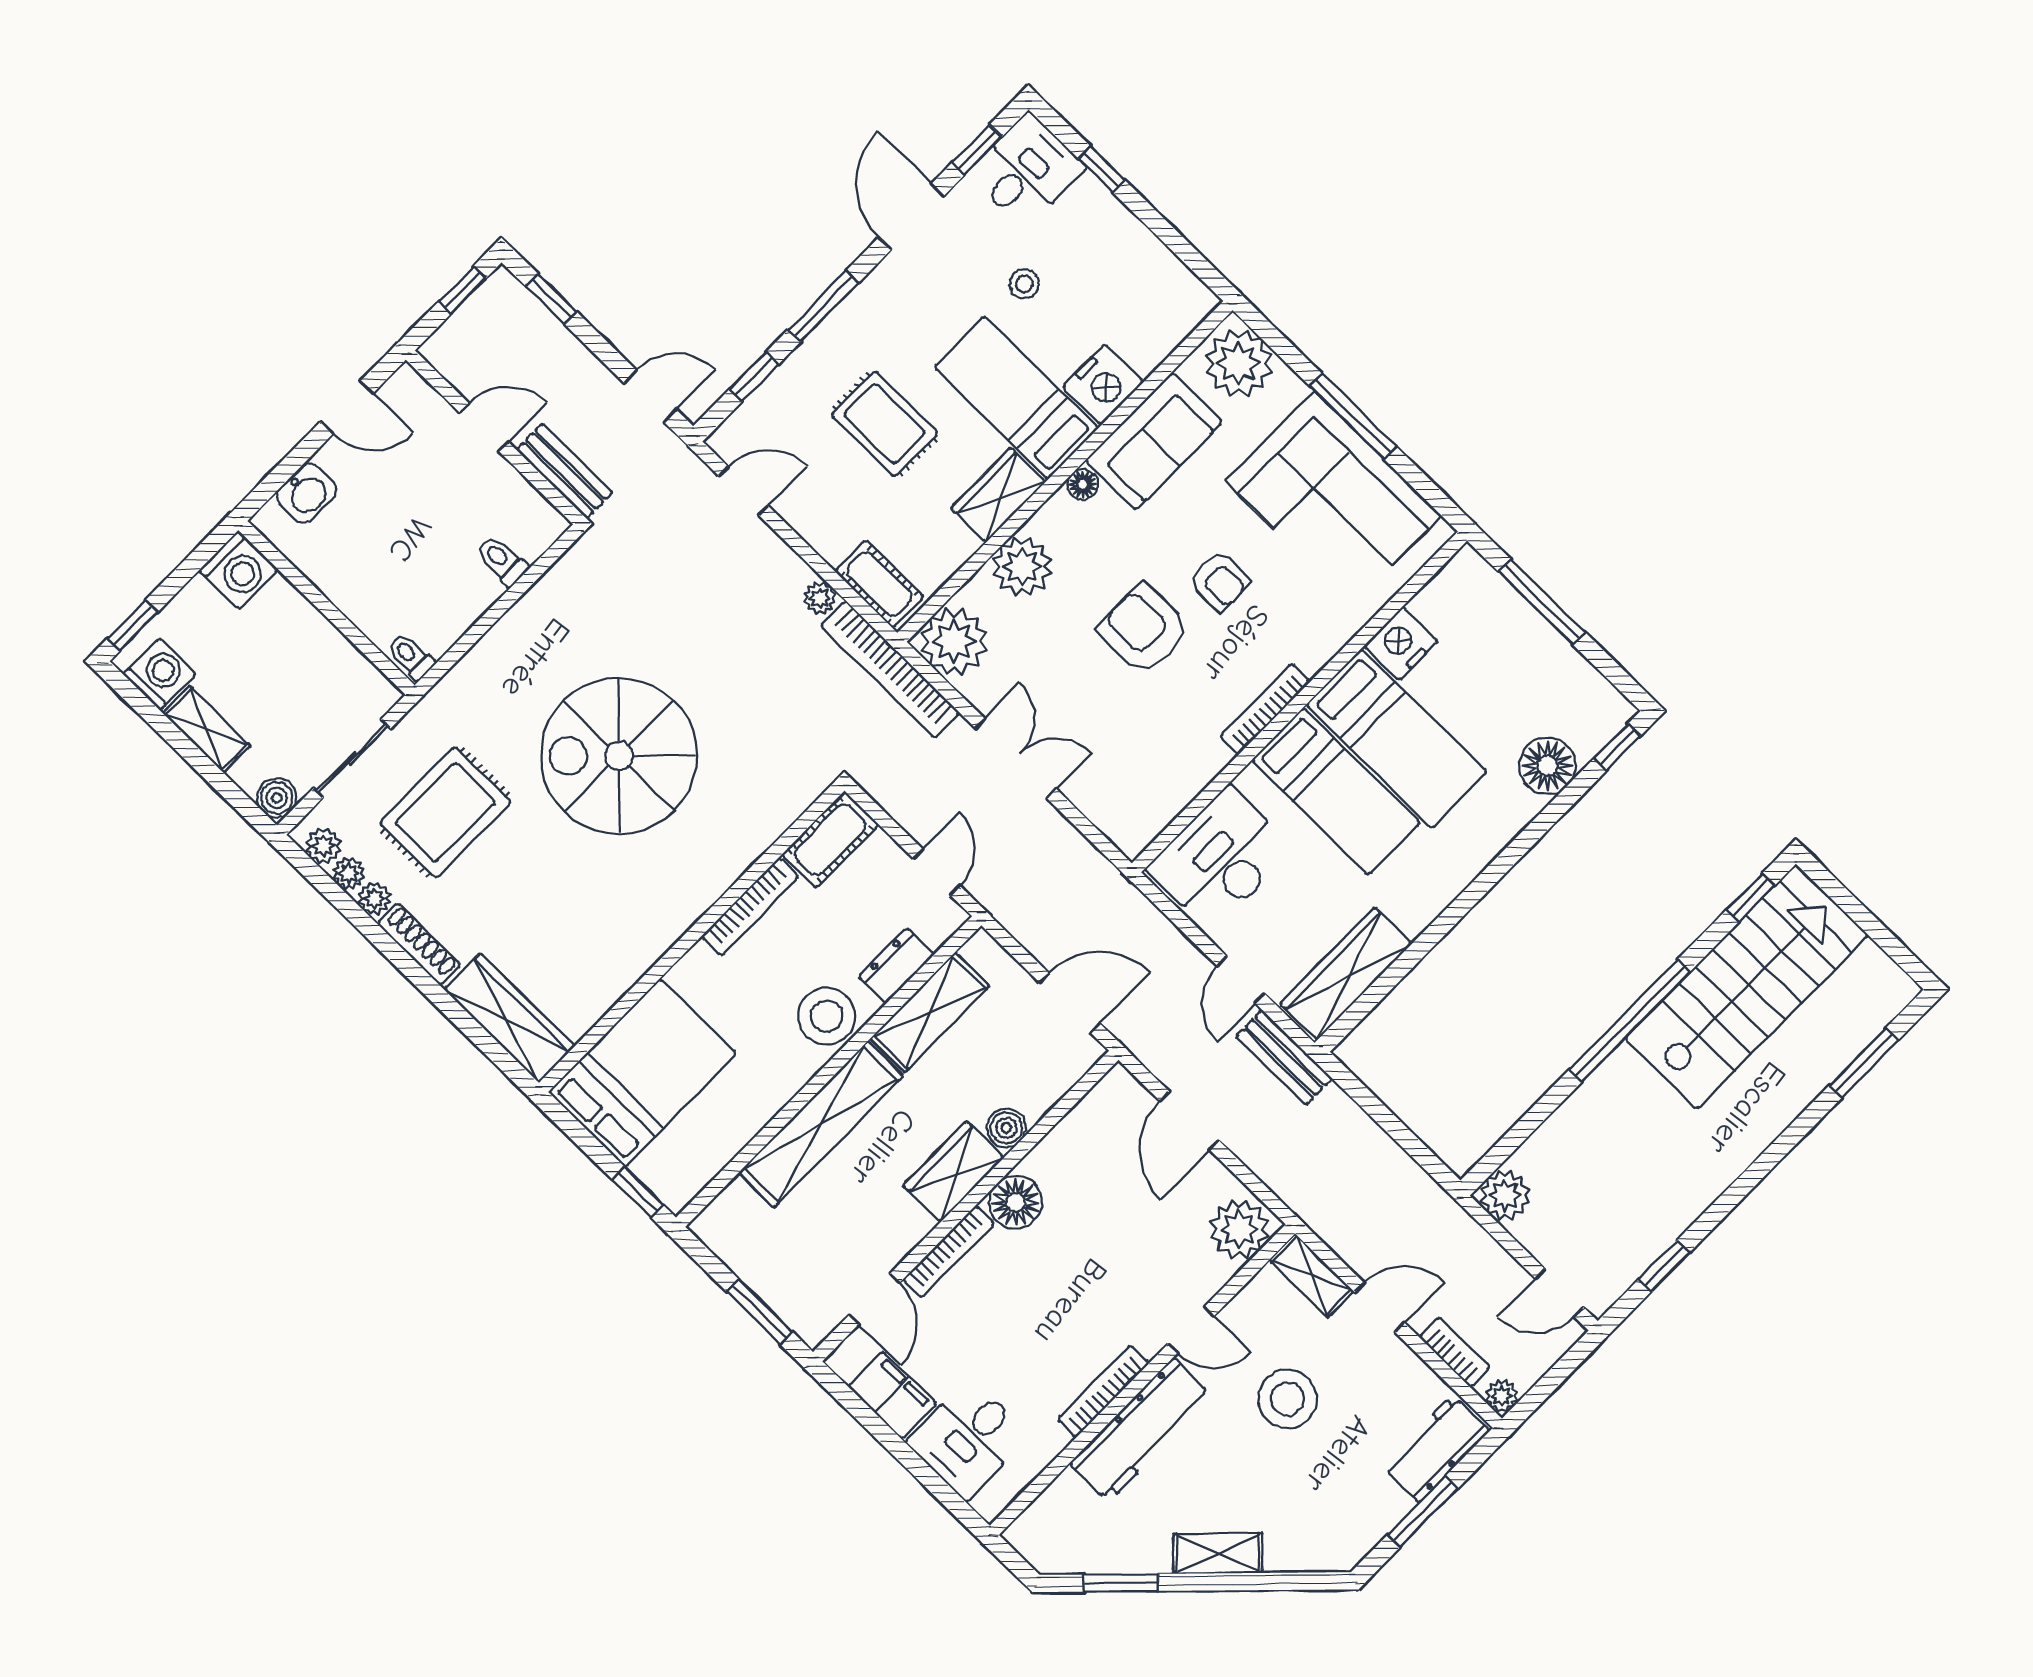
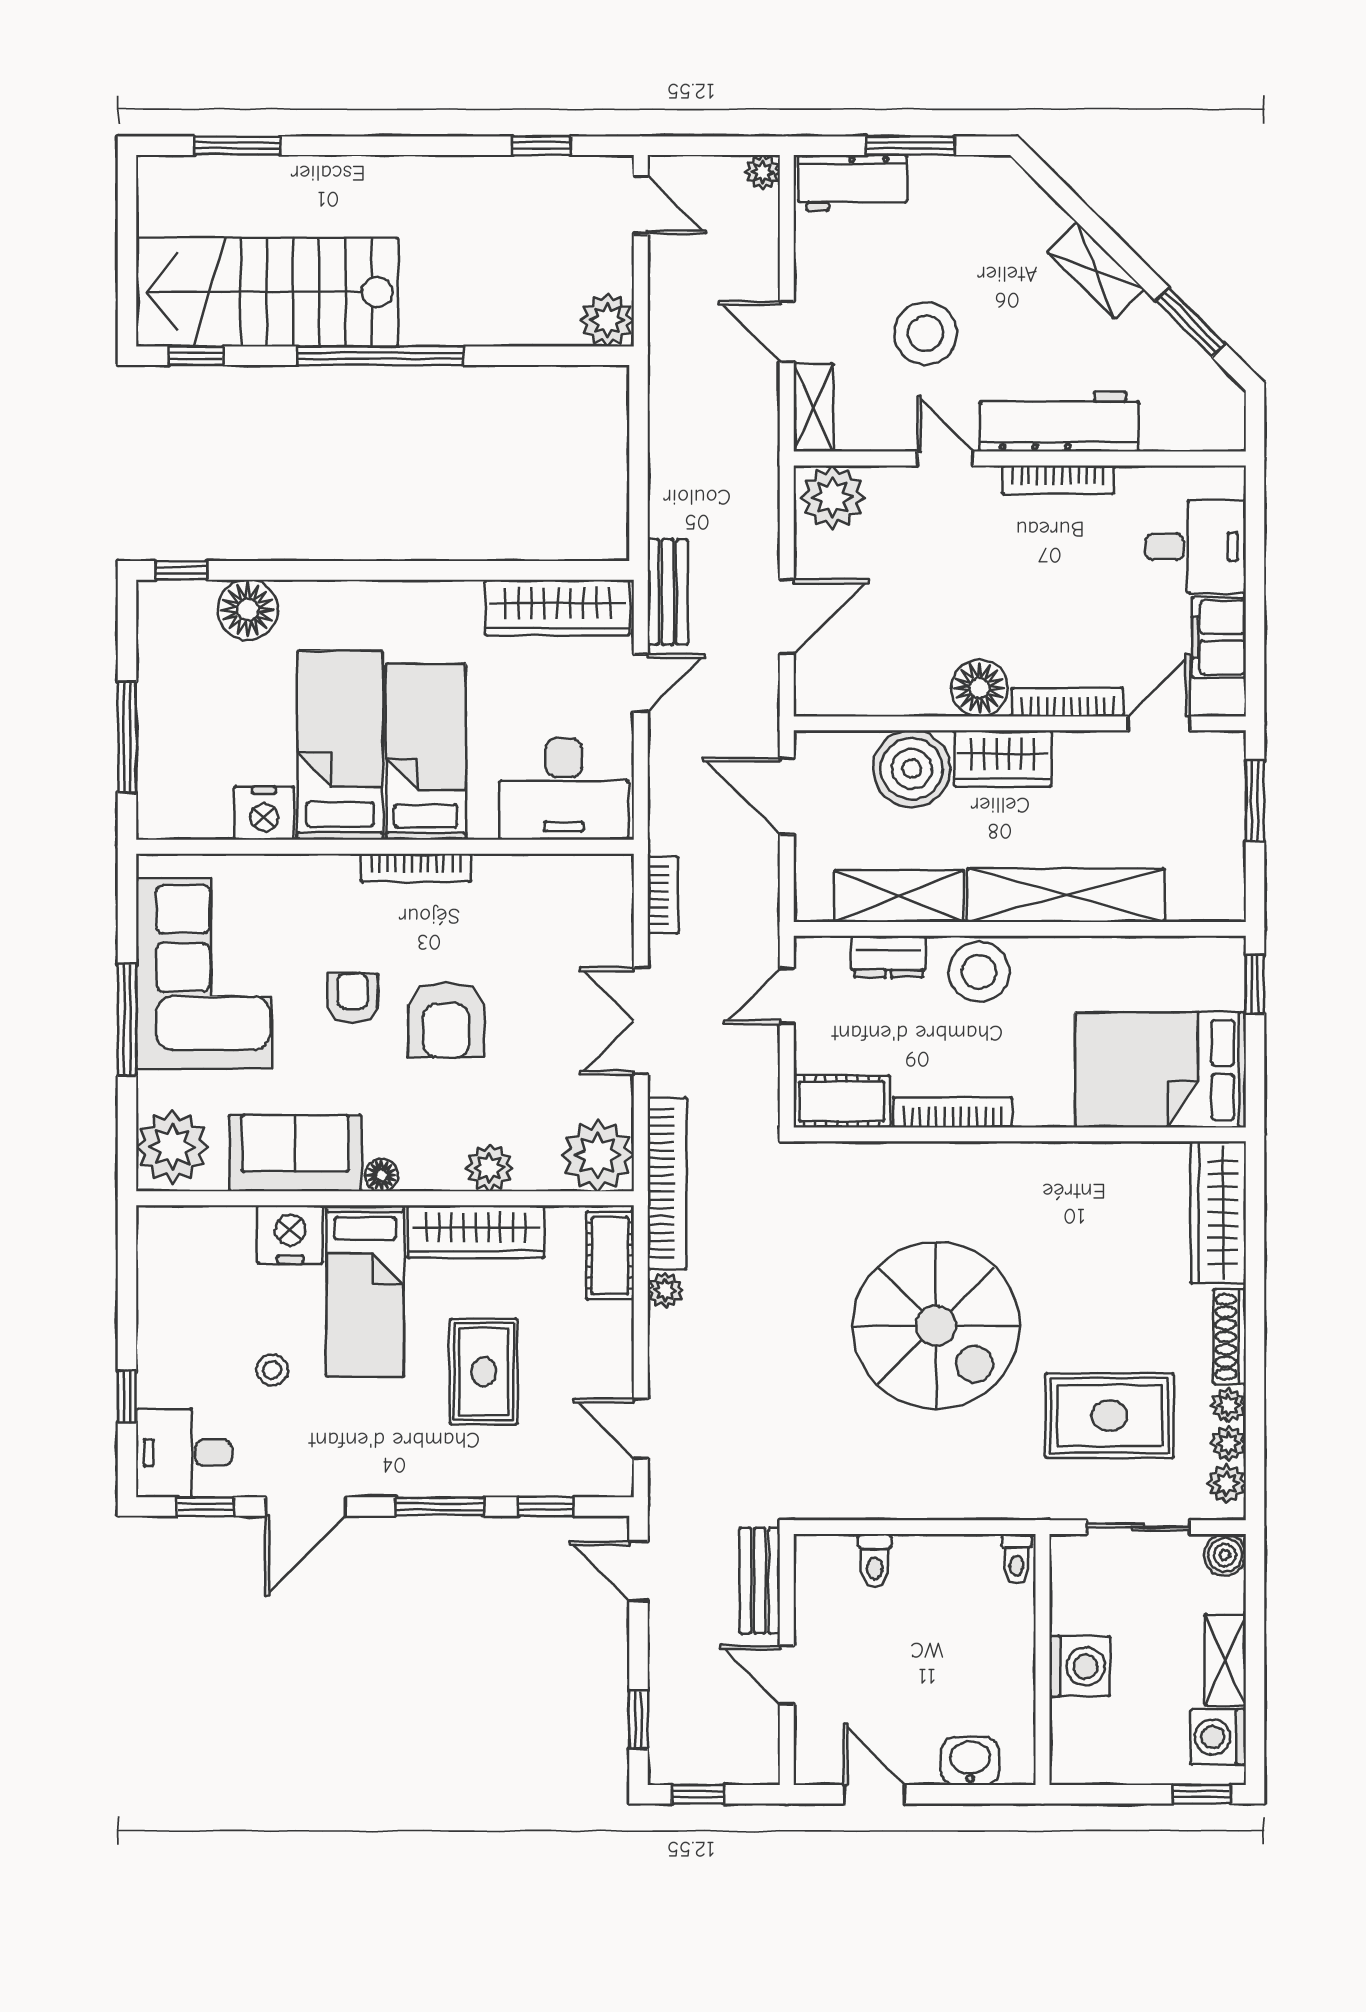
wardrobe: (998, 495) -> (476, 1232), width x1.50
plant: (1022, 567) -> (489, 1168), width x0.73, depth x0.73
washing machine: (239, 570) -> (1080, 1666), moved, turned 90
boiler: (1006, 1128) -> (912, 769), width x1.86, depth x1.86
bookcase: (1455, 1352) -> (663, 895), moved, turned 180

